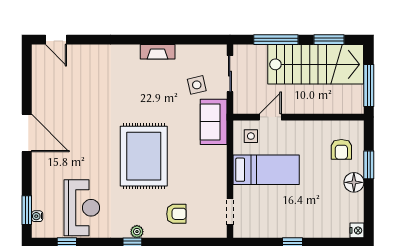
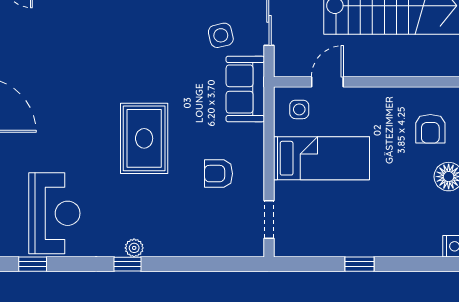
rug: (144, 156) -> (144, 138), width x0.73, depth x0.69
armchair: (176, 214) -> (218, 174), moved, turned 180

